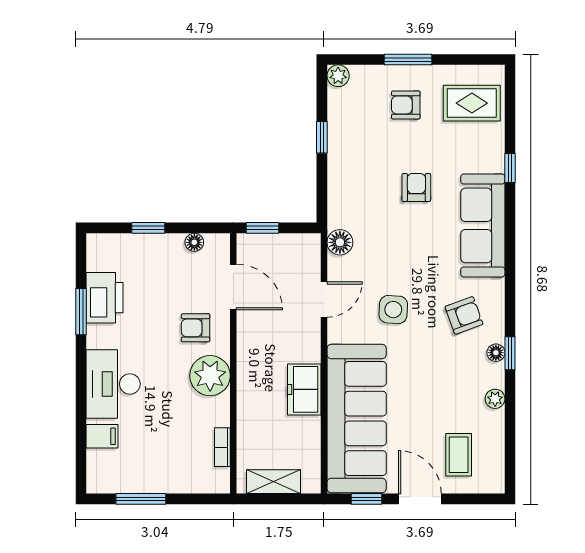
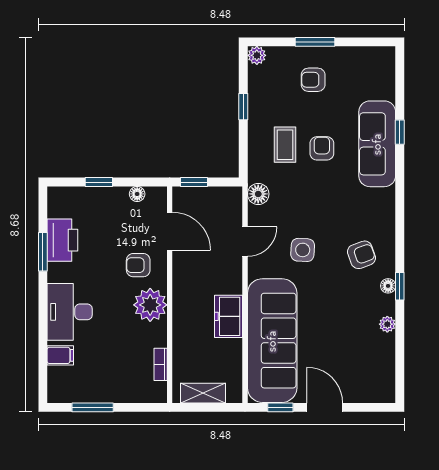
rug: (472, 103) -> (368, 78), removed
sofa: (483, 225) -> (377, 144), moved
coffee table: (459, 455) -> (285, 145), moved

